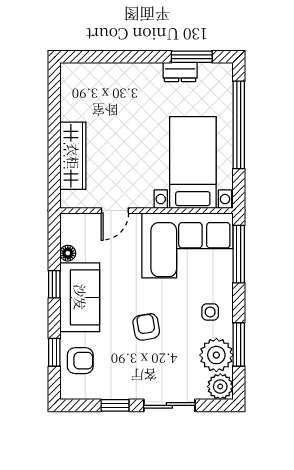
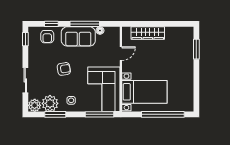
window: (192, 57) -> (196, 49), moved
dresser: (180, 72) -> (189, 86), removed
door: (115, 211) -> (121, 54), swing flipped
window: (54, 284) -> (85, 24), width x2.17
window: (115, 405) -> (25, 39), moved

